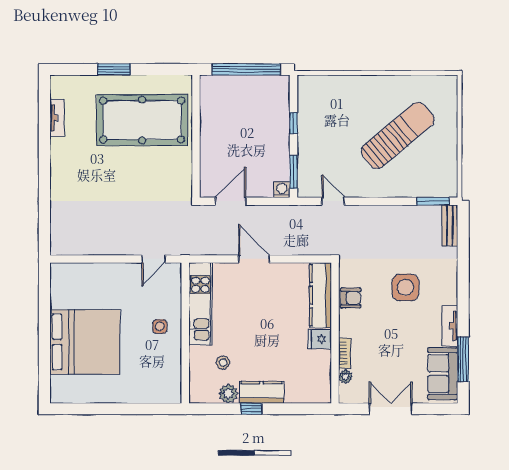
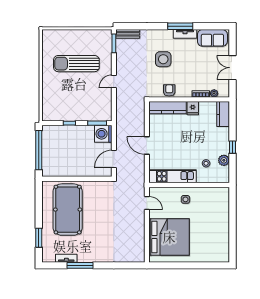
window: (114, 69) -> (39, 238), moved
sun lounger: (398, 135) -> (76, 64), turned -50
window: (44, 142) -> (80, 265), added
washing machine: (282, 190) -> (103, 134), width x1.89, depth x1.89
door: (231, 201) -> (114, 159), hinge flipped
door: (333, 201) -> (114, 81), moved
door: (254, 259) -> (147, 146), hinge flipped
bed: (85, 342) -> (169, 237), moved, turned 90
window: (463, 359) -> (180, 26), moved
kitchen counter: (261, 392) -> (223, 114), moved

